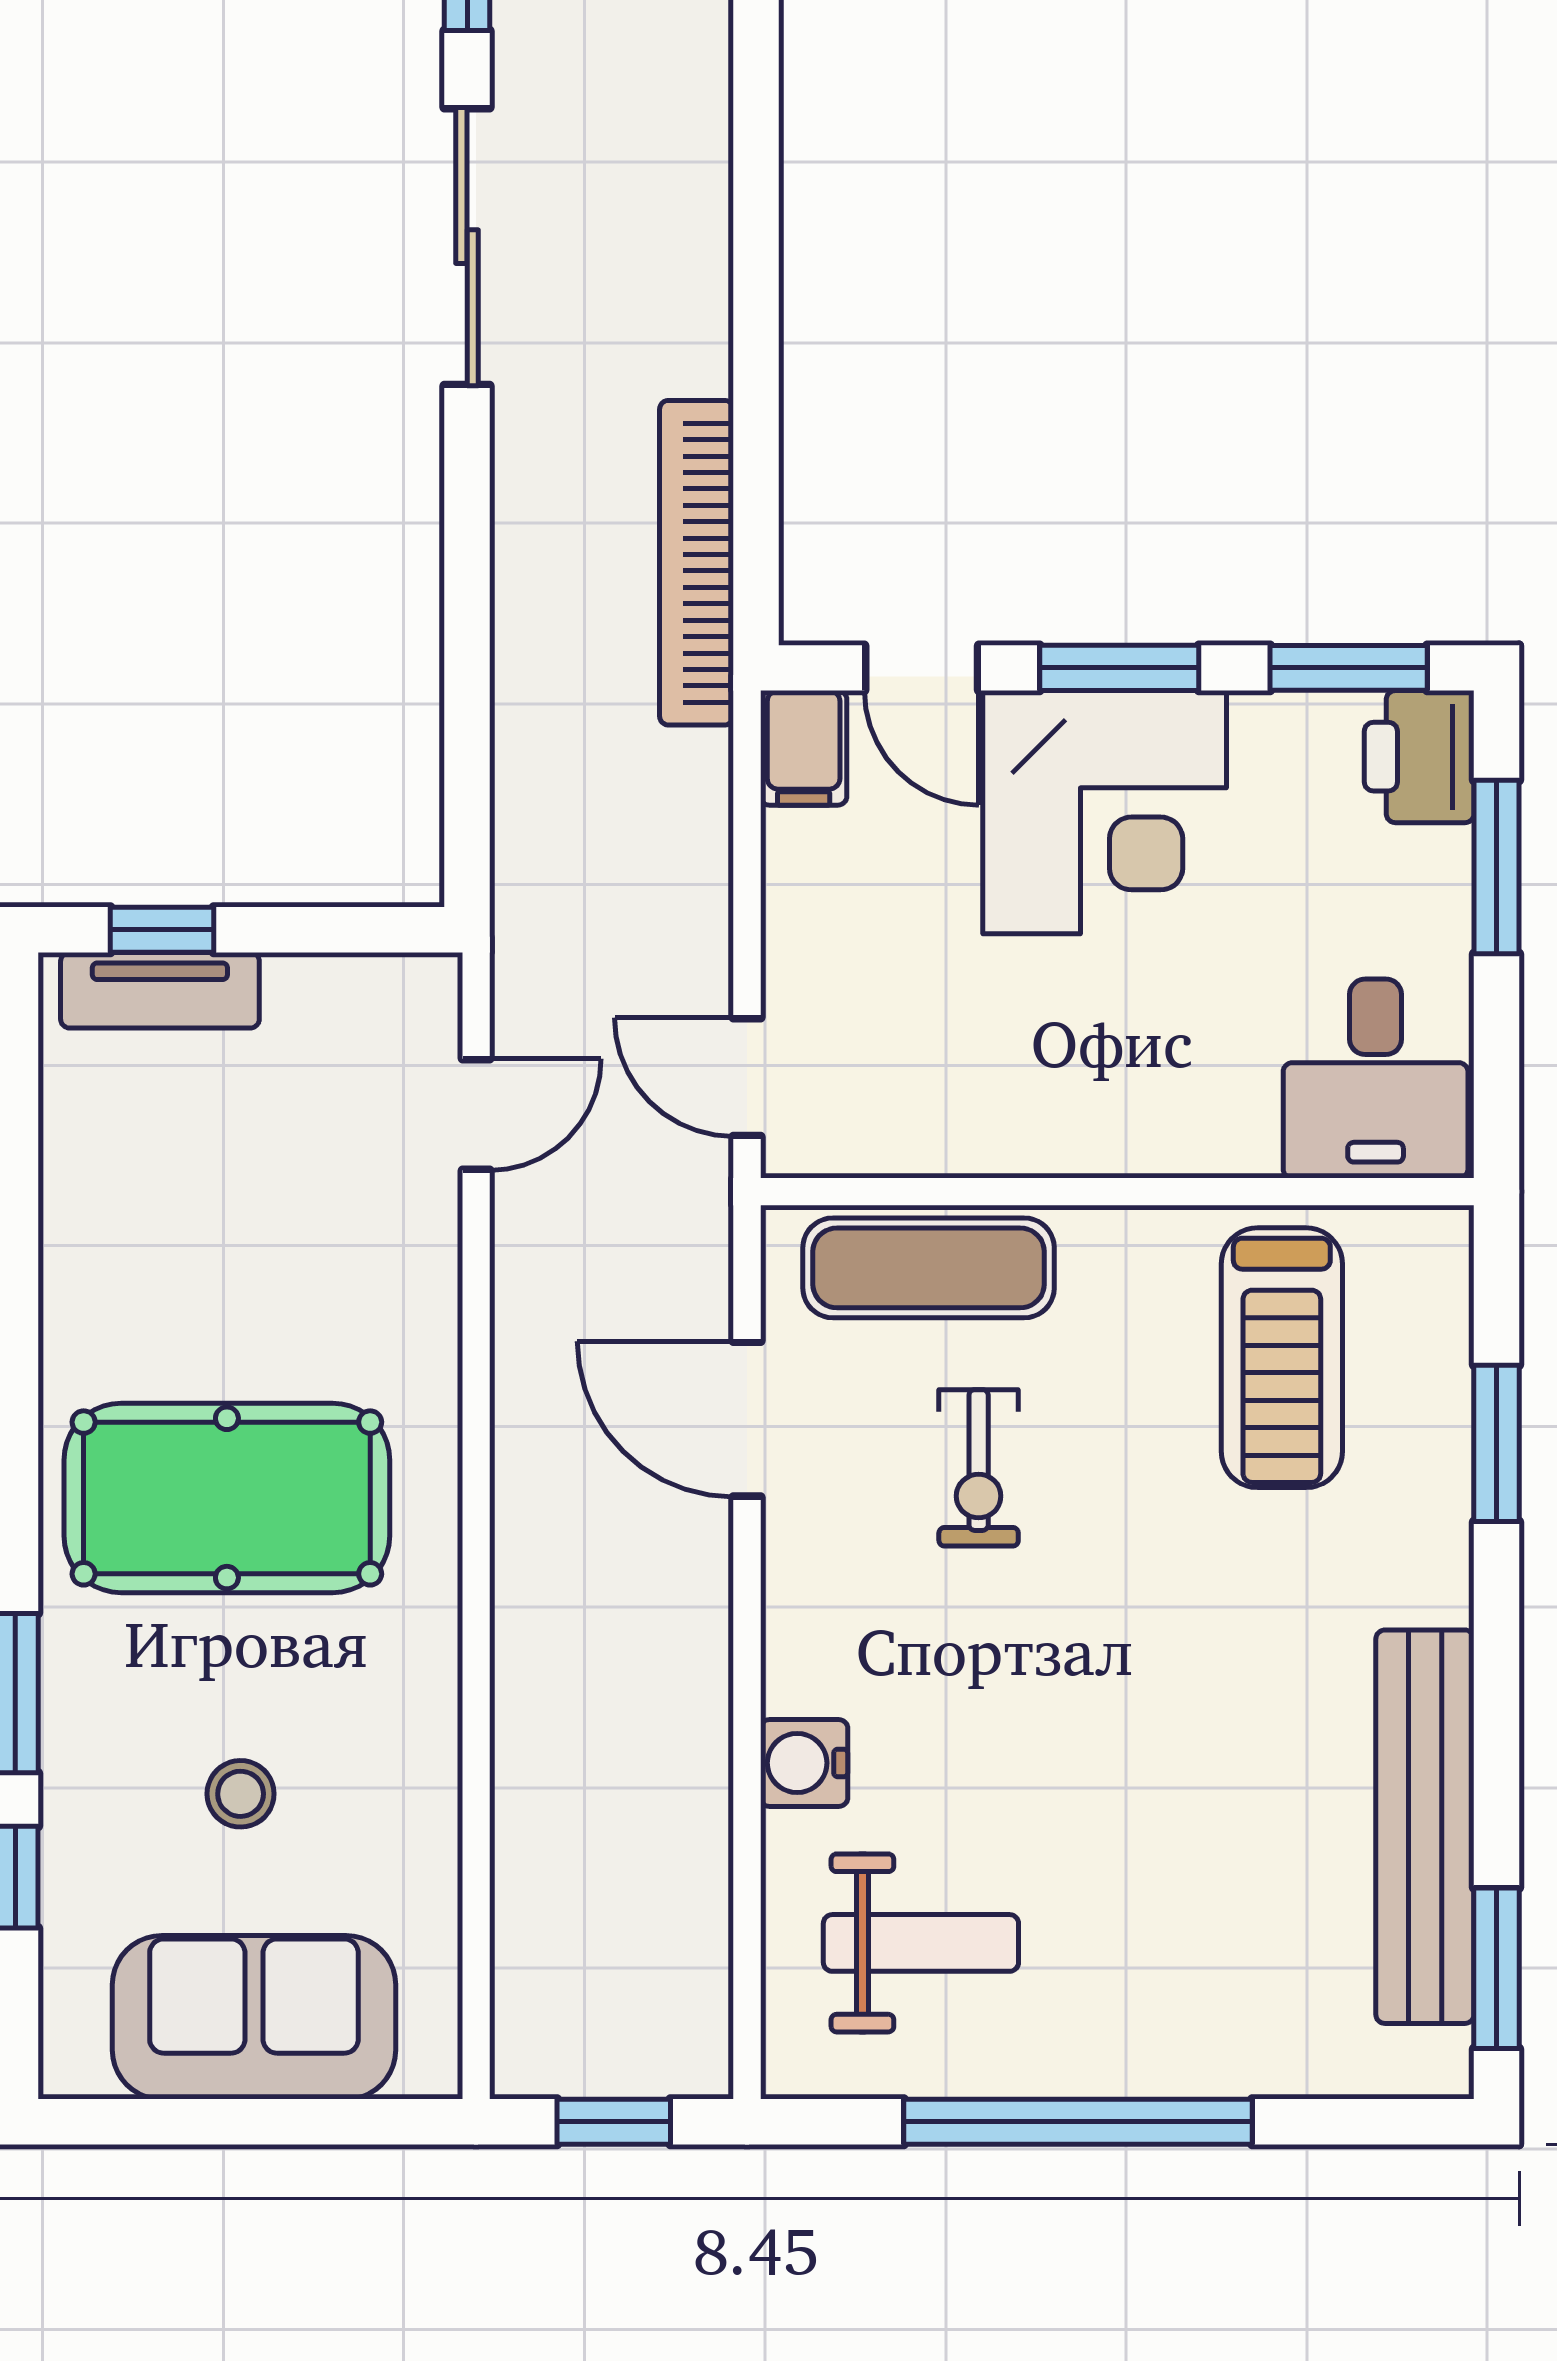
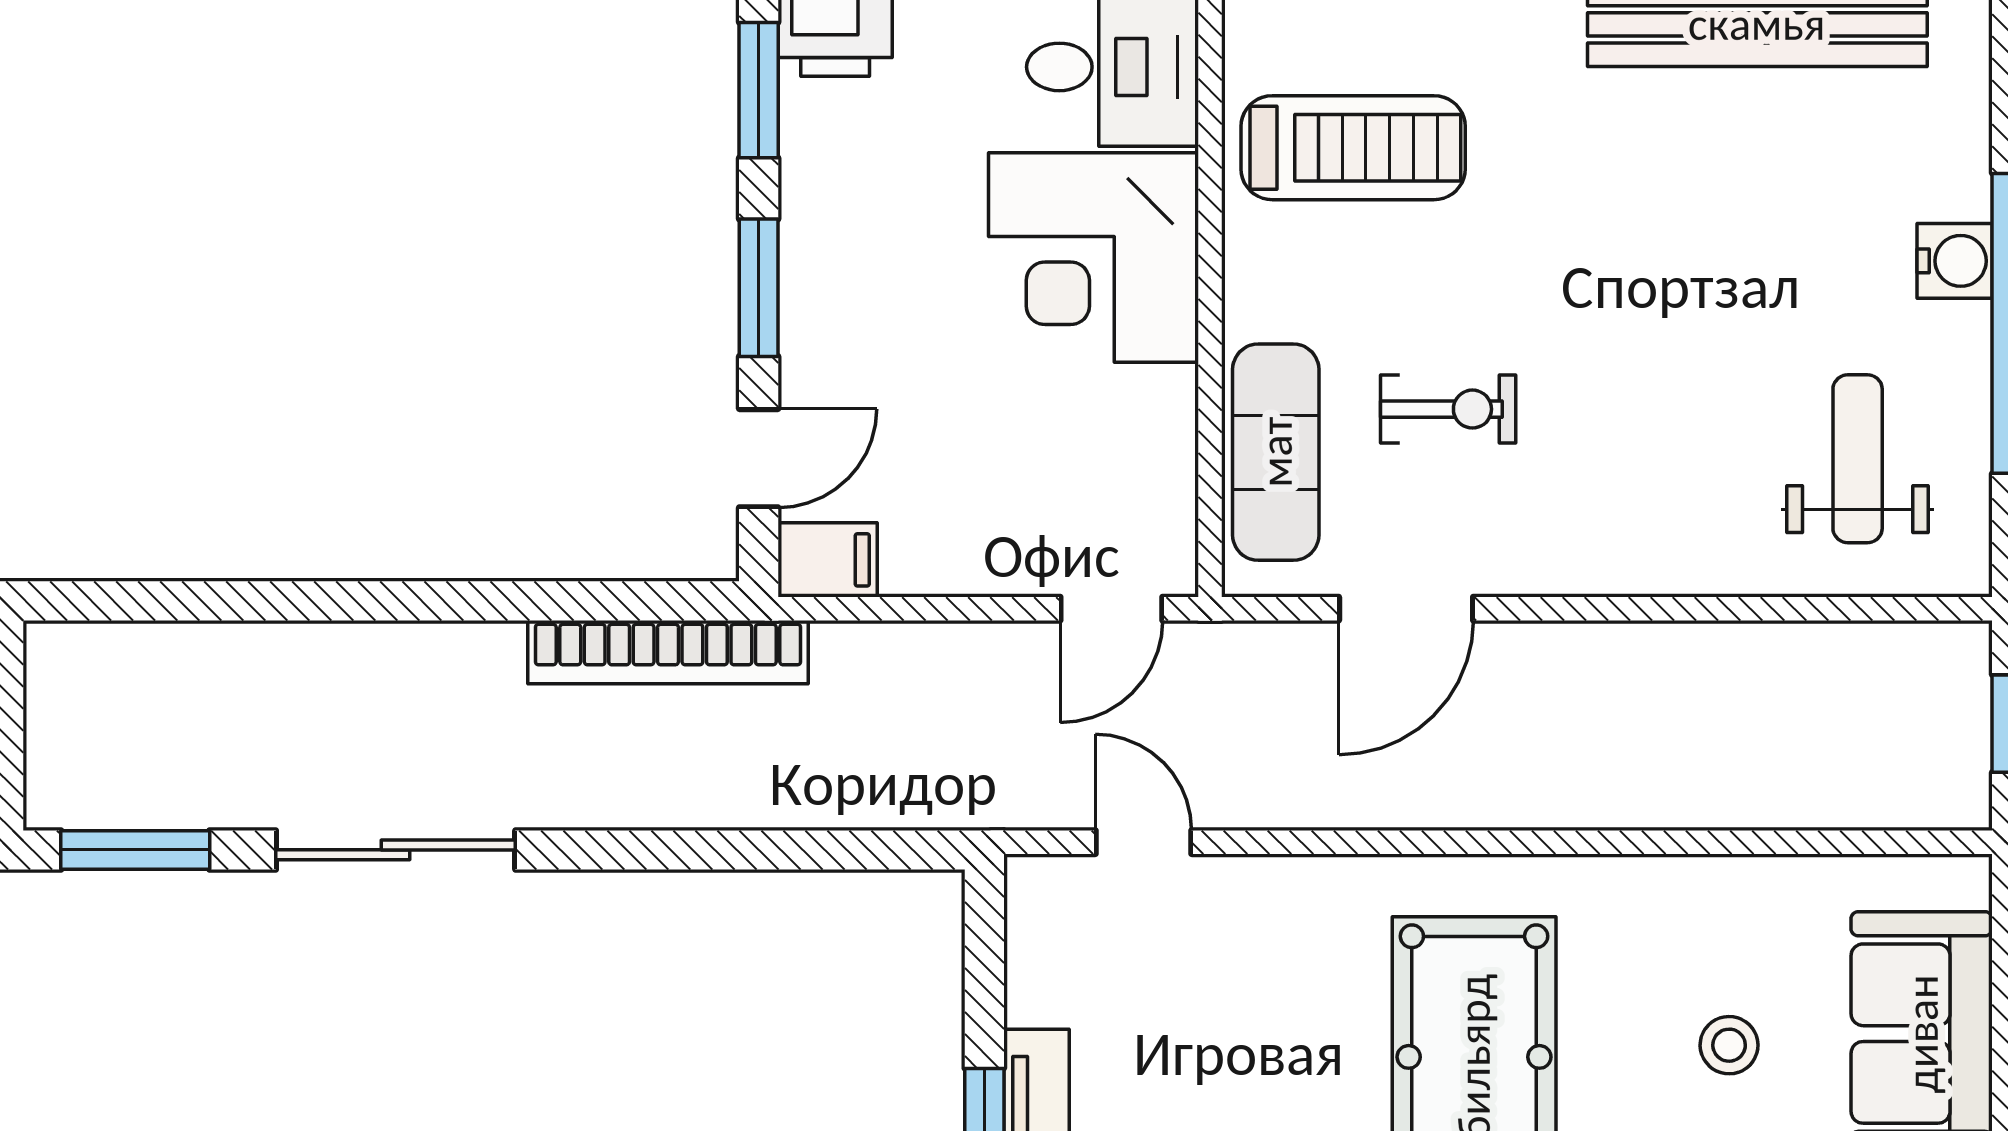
corner desk: (1105, 812) -> (1093, 258), moved, turned 180
water cooler: (804, 1763) -> (1955, 261), moved, turned -90

